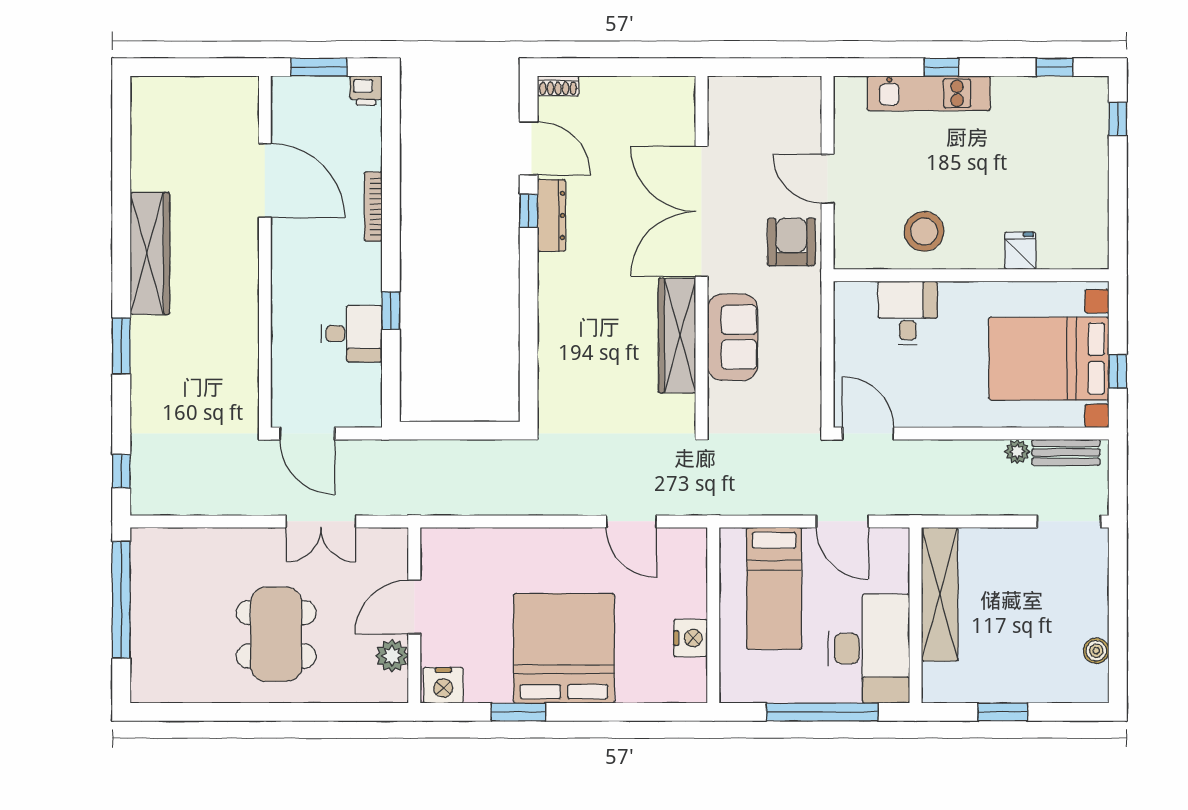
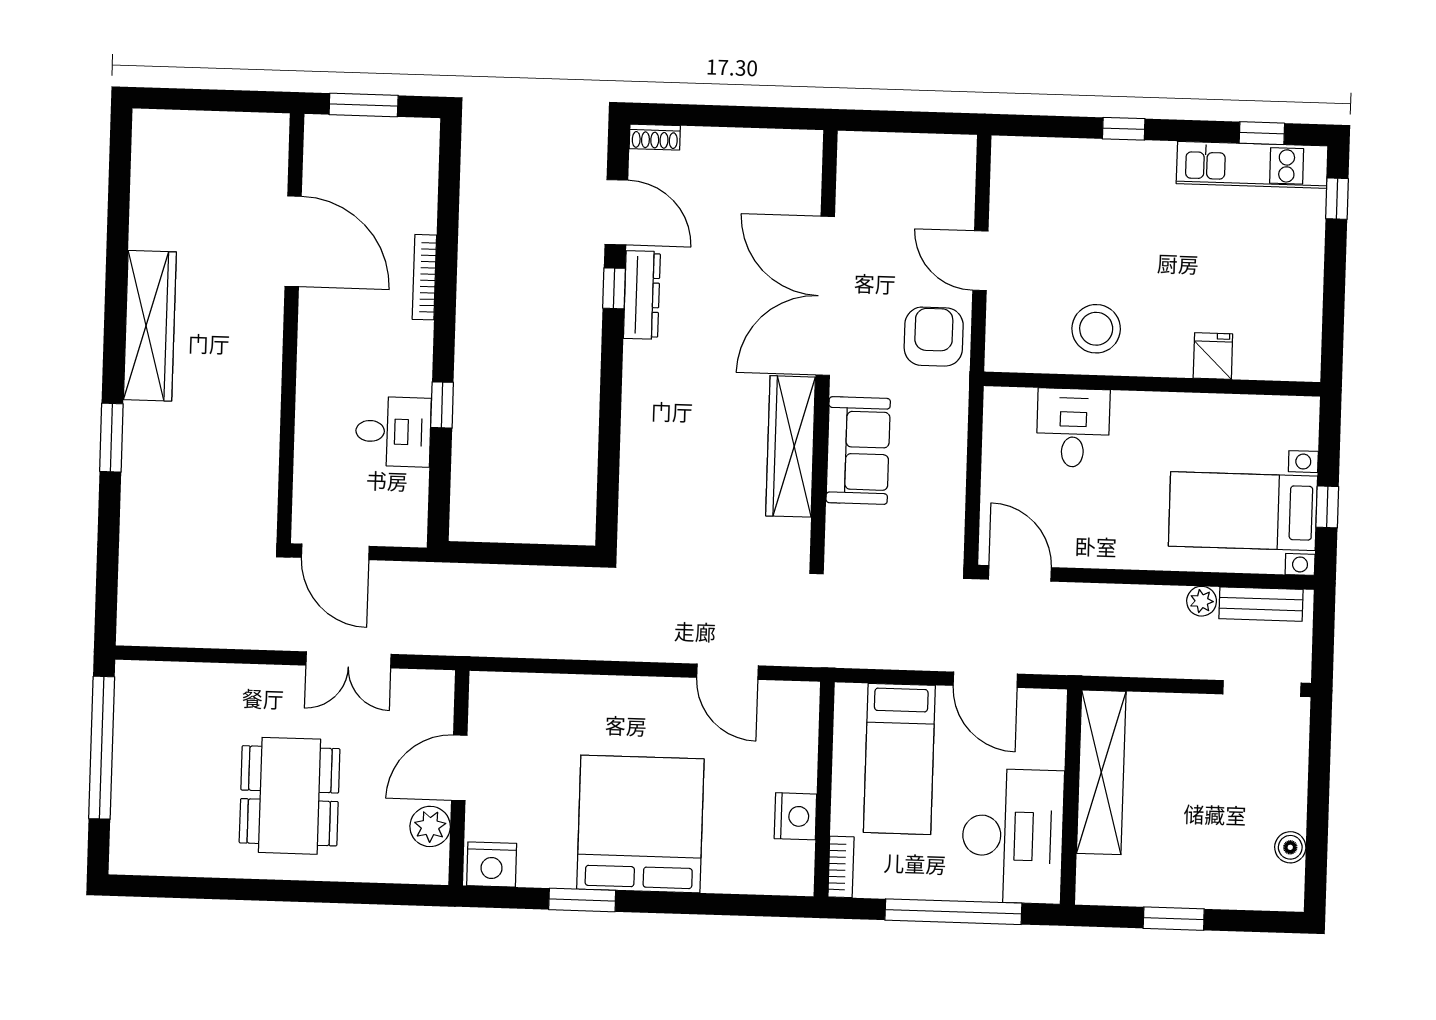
printer: (366, 91) -> (420, 135), removed
kitchen unit: (929, 93) -> (1252, 165), moved
bed with nightstands: (1049, 359) -> (1243, 511), width x0.73
window: (121, 471) -> (107, 591), removed
bookcase: (729, 678) -> (841, 867), added

